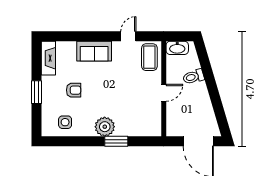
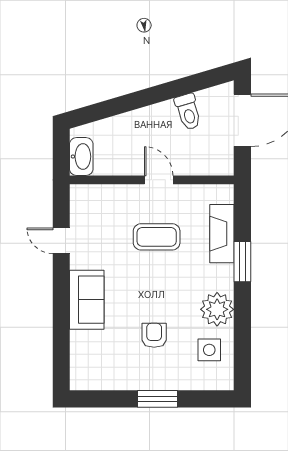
coffee table: (149, 57) -> (157, 237), moved
fireplace: (48, 58) -> (222, 234), moved, turned -90
toilet: (193, 77) -> (188, 112), moved
plant: (105, 127) -> (217, 309), moved

